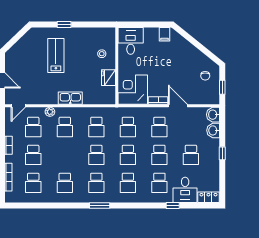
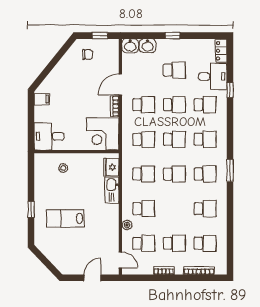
fridge: (108, 78) -> (111, 167), moved, turned 90
kitchen sink: (70, 98) -> (112, 190), moved

